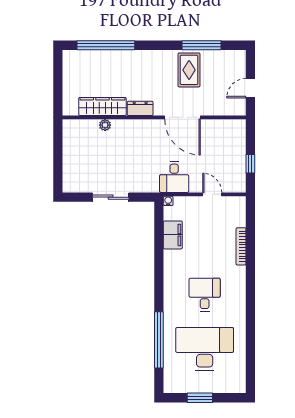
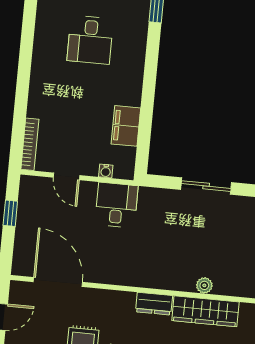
door: (182, 117) -> (58, 282), moved
water cooler: (168, 201) -> (106, 171), moved
bookcase: (241, 246) -> (30, 144), moved

